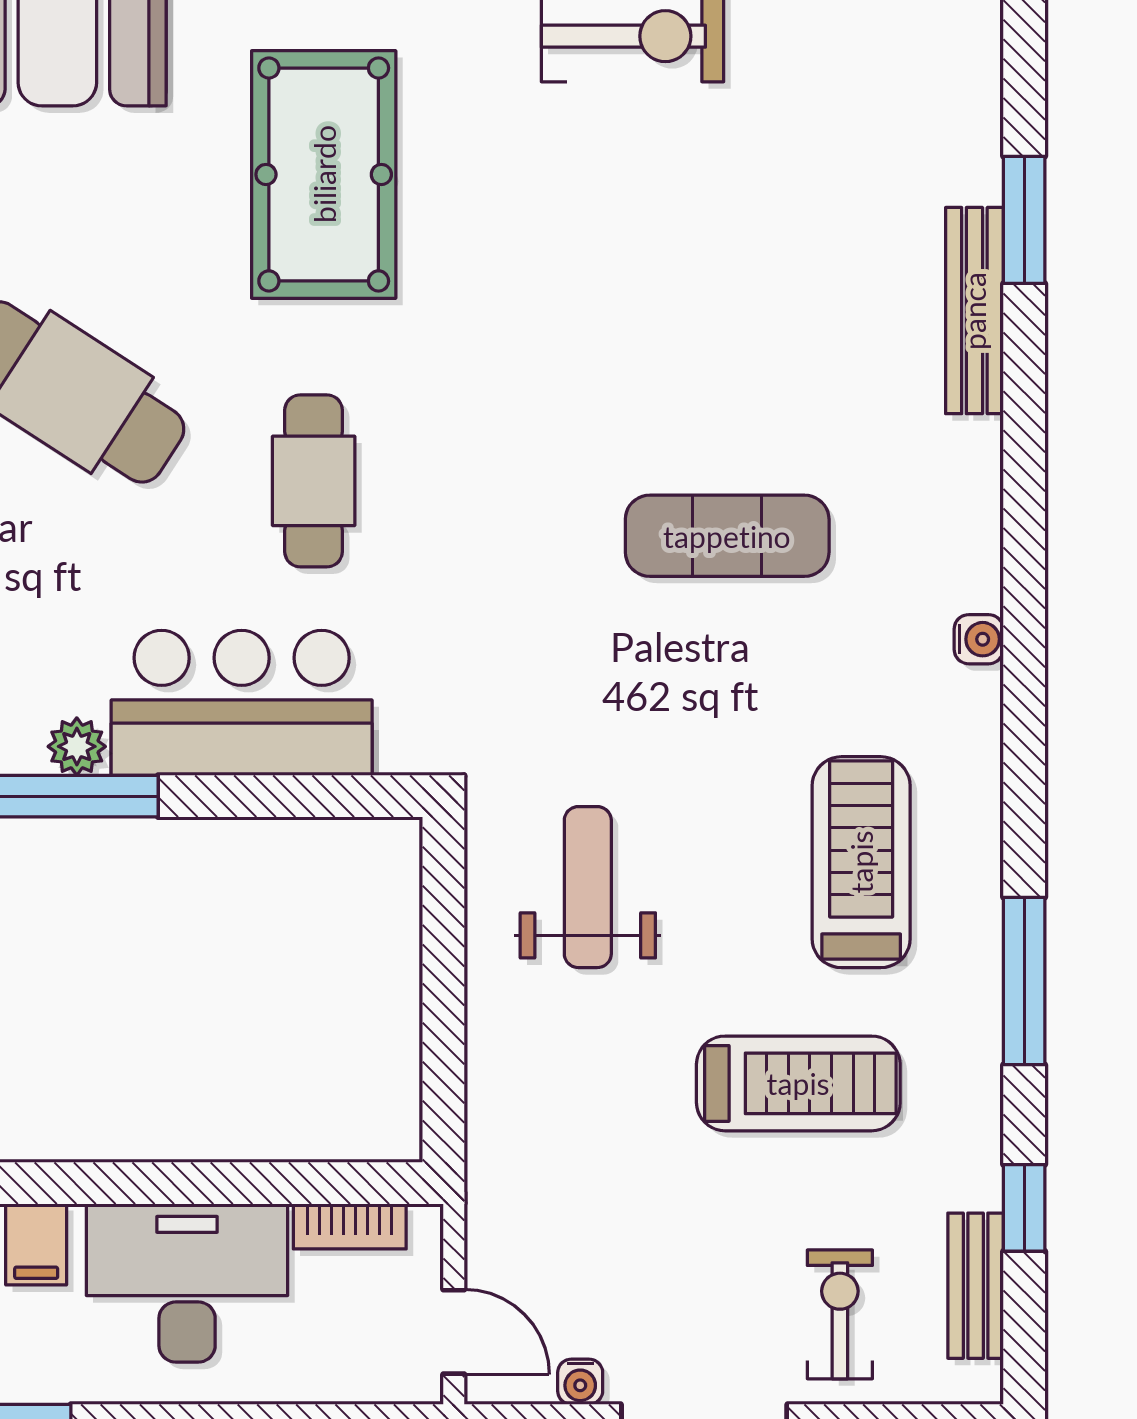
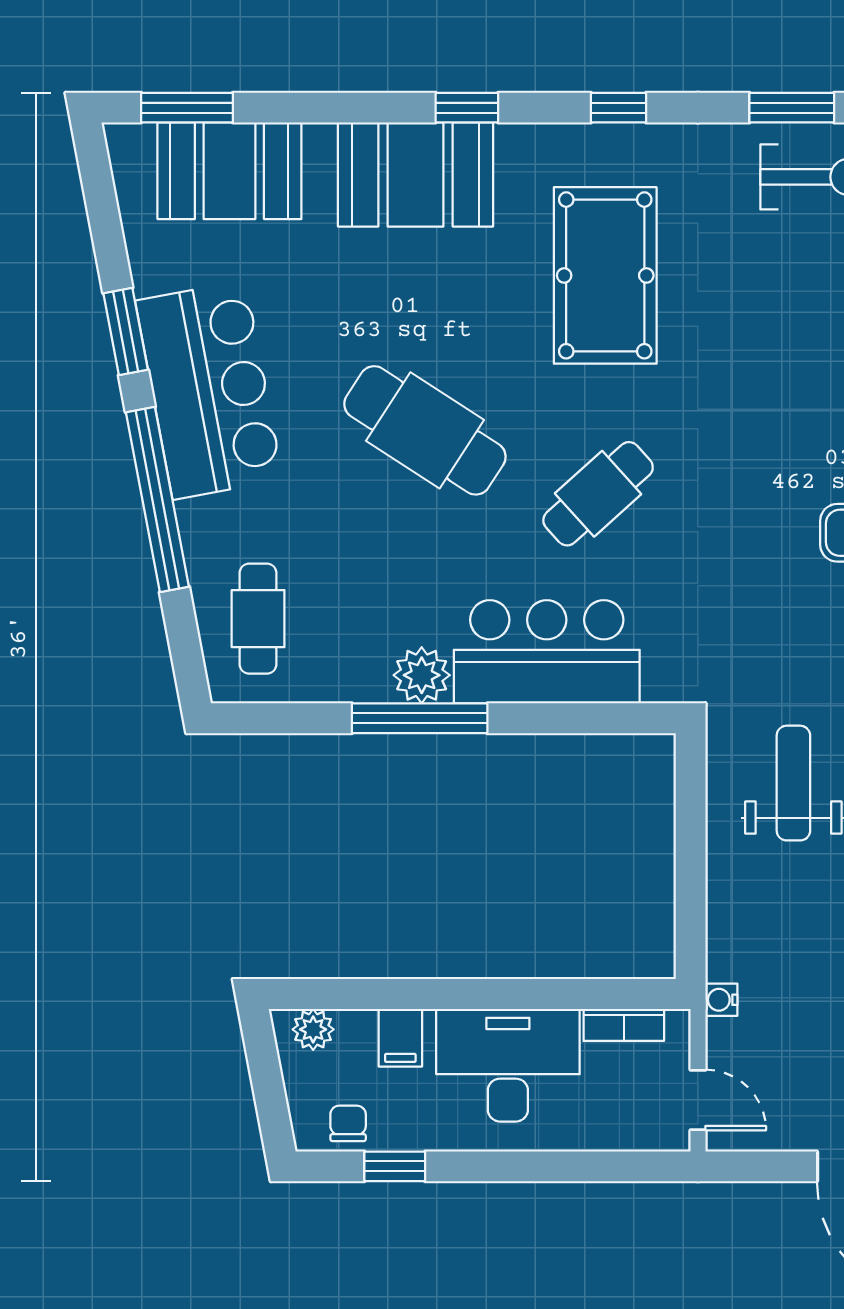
cafe table: (314, 481) -> (598, 494), turned 48
plant: (77, 746) -> (422, 675), width x1.38, depth x1.38
water cooler: (580, 1382) -> (721, 1000), moved, turned 90

